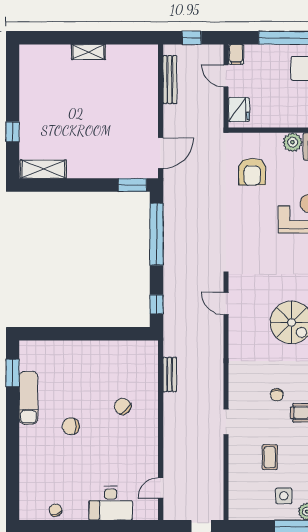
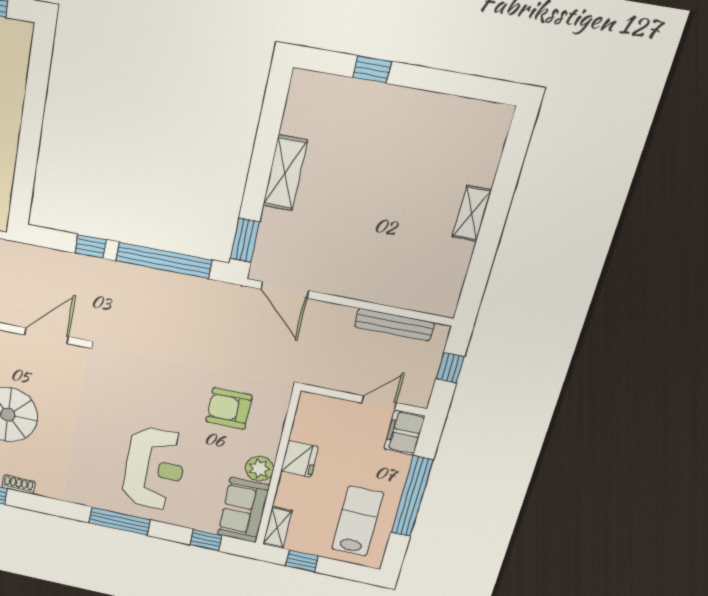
filing cabinet: (236, 54) -> (404, 433), width x2.00
fridge: (239, 110) -> (300, 459), moved, turned -90
shelving: (43, 169) -> (285, 173), moved
window: (157, 304) -> (90, 246), moved
door: (226, 304) -> (47, 336), width x1.38

